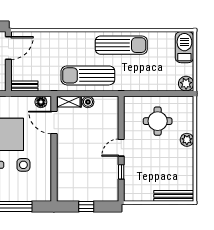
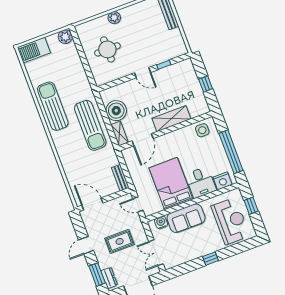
floor lamp: (41, 102) -> (129, 158), removed
boiler: (88, 102) -> (116, 111), width x1.86, depth x1.86
shelving: (64, 159) -> (171, 119), added
side table: (23, 165) -> (202, 130), moved

